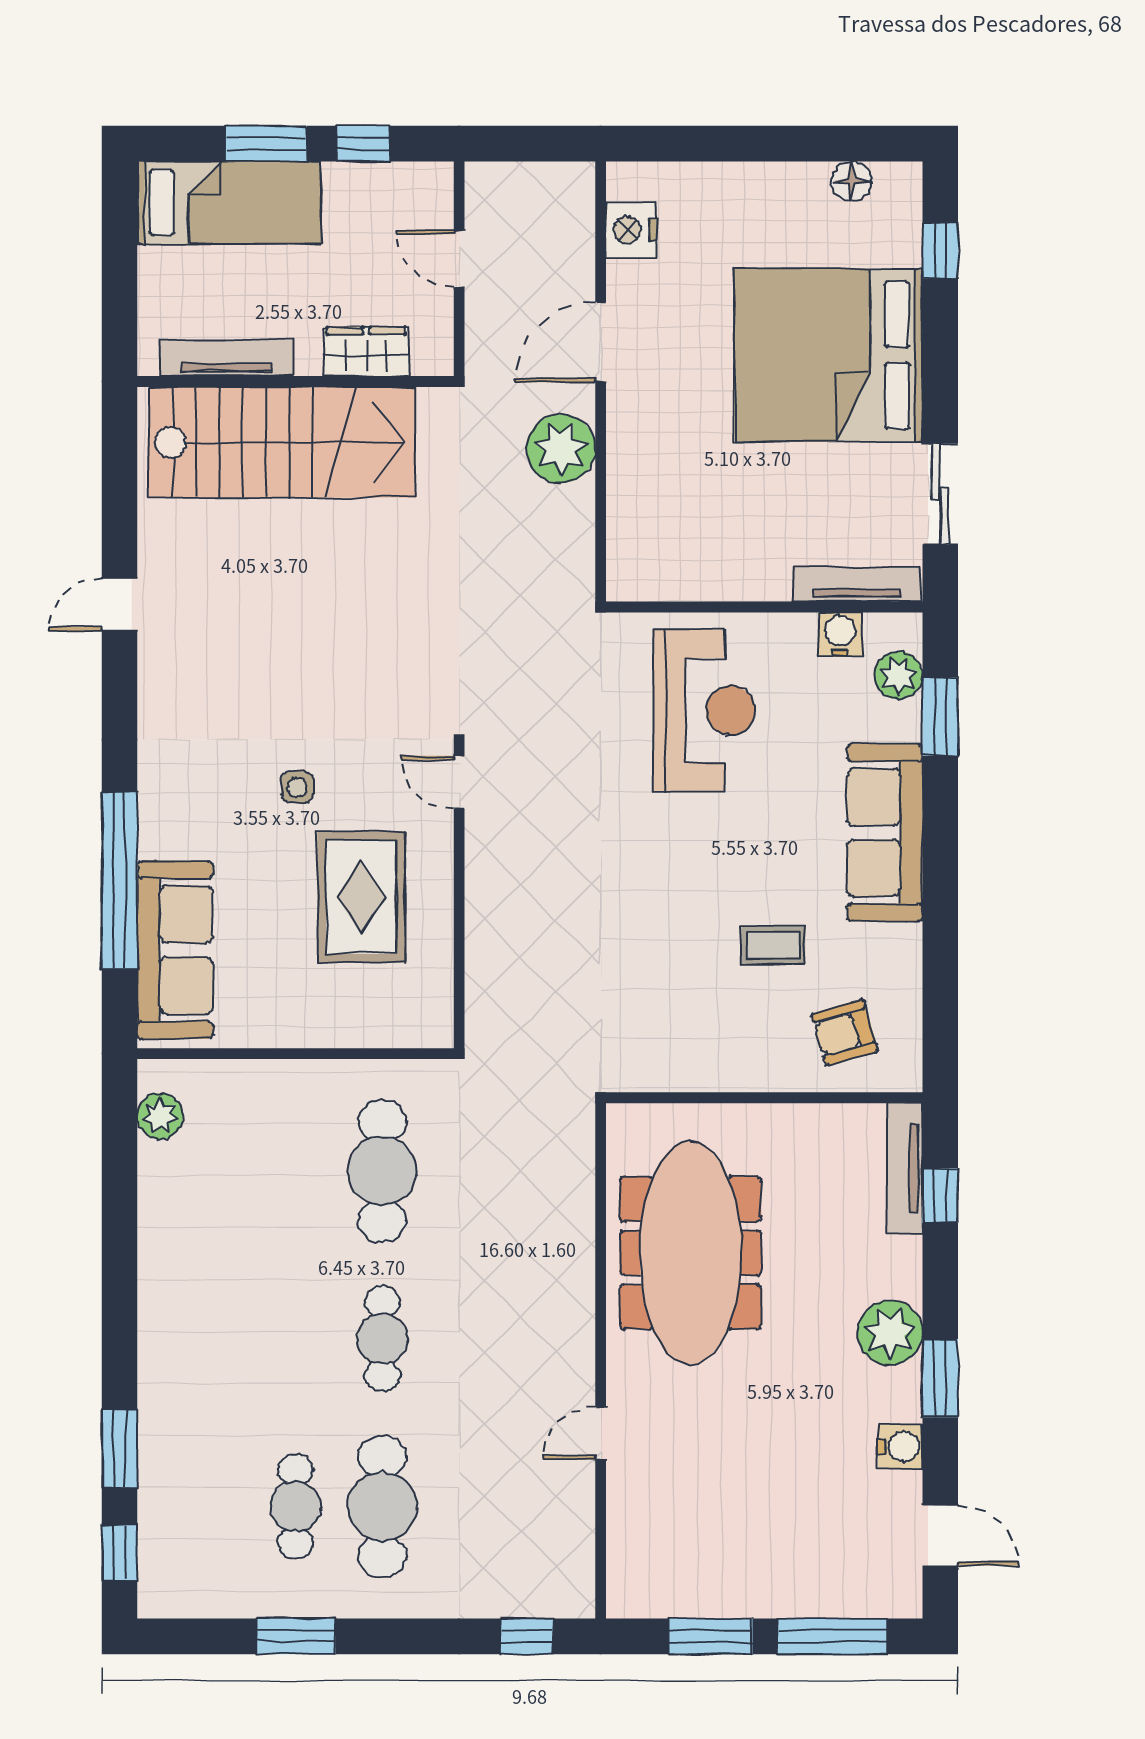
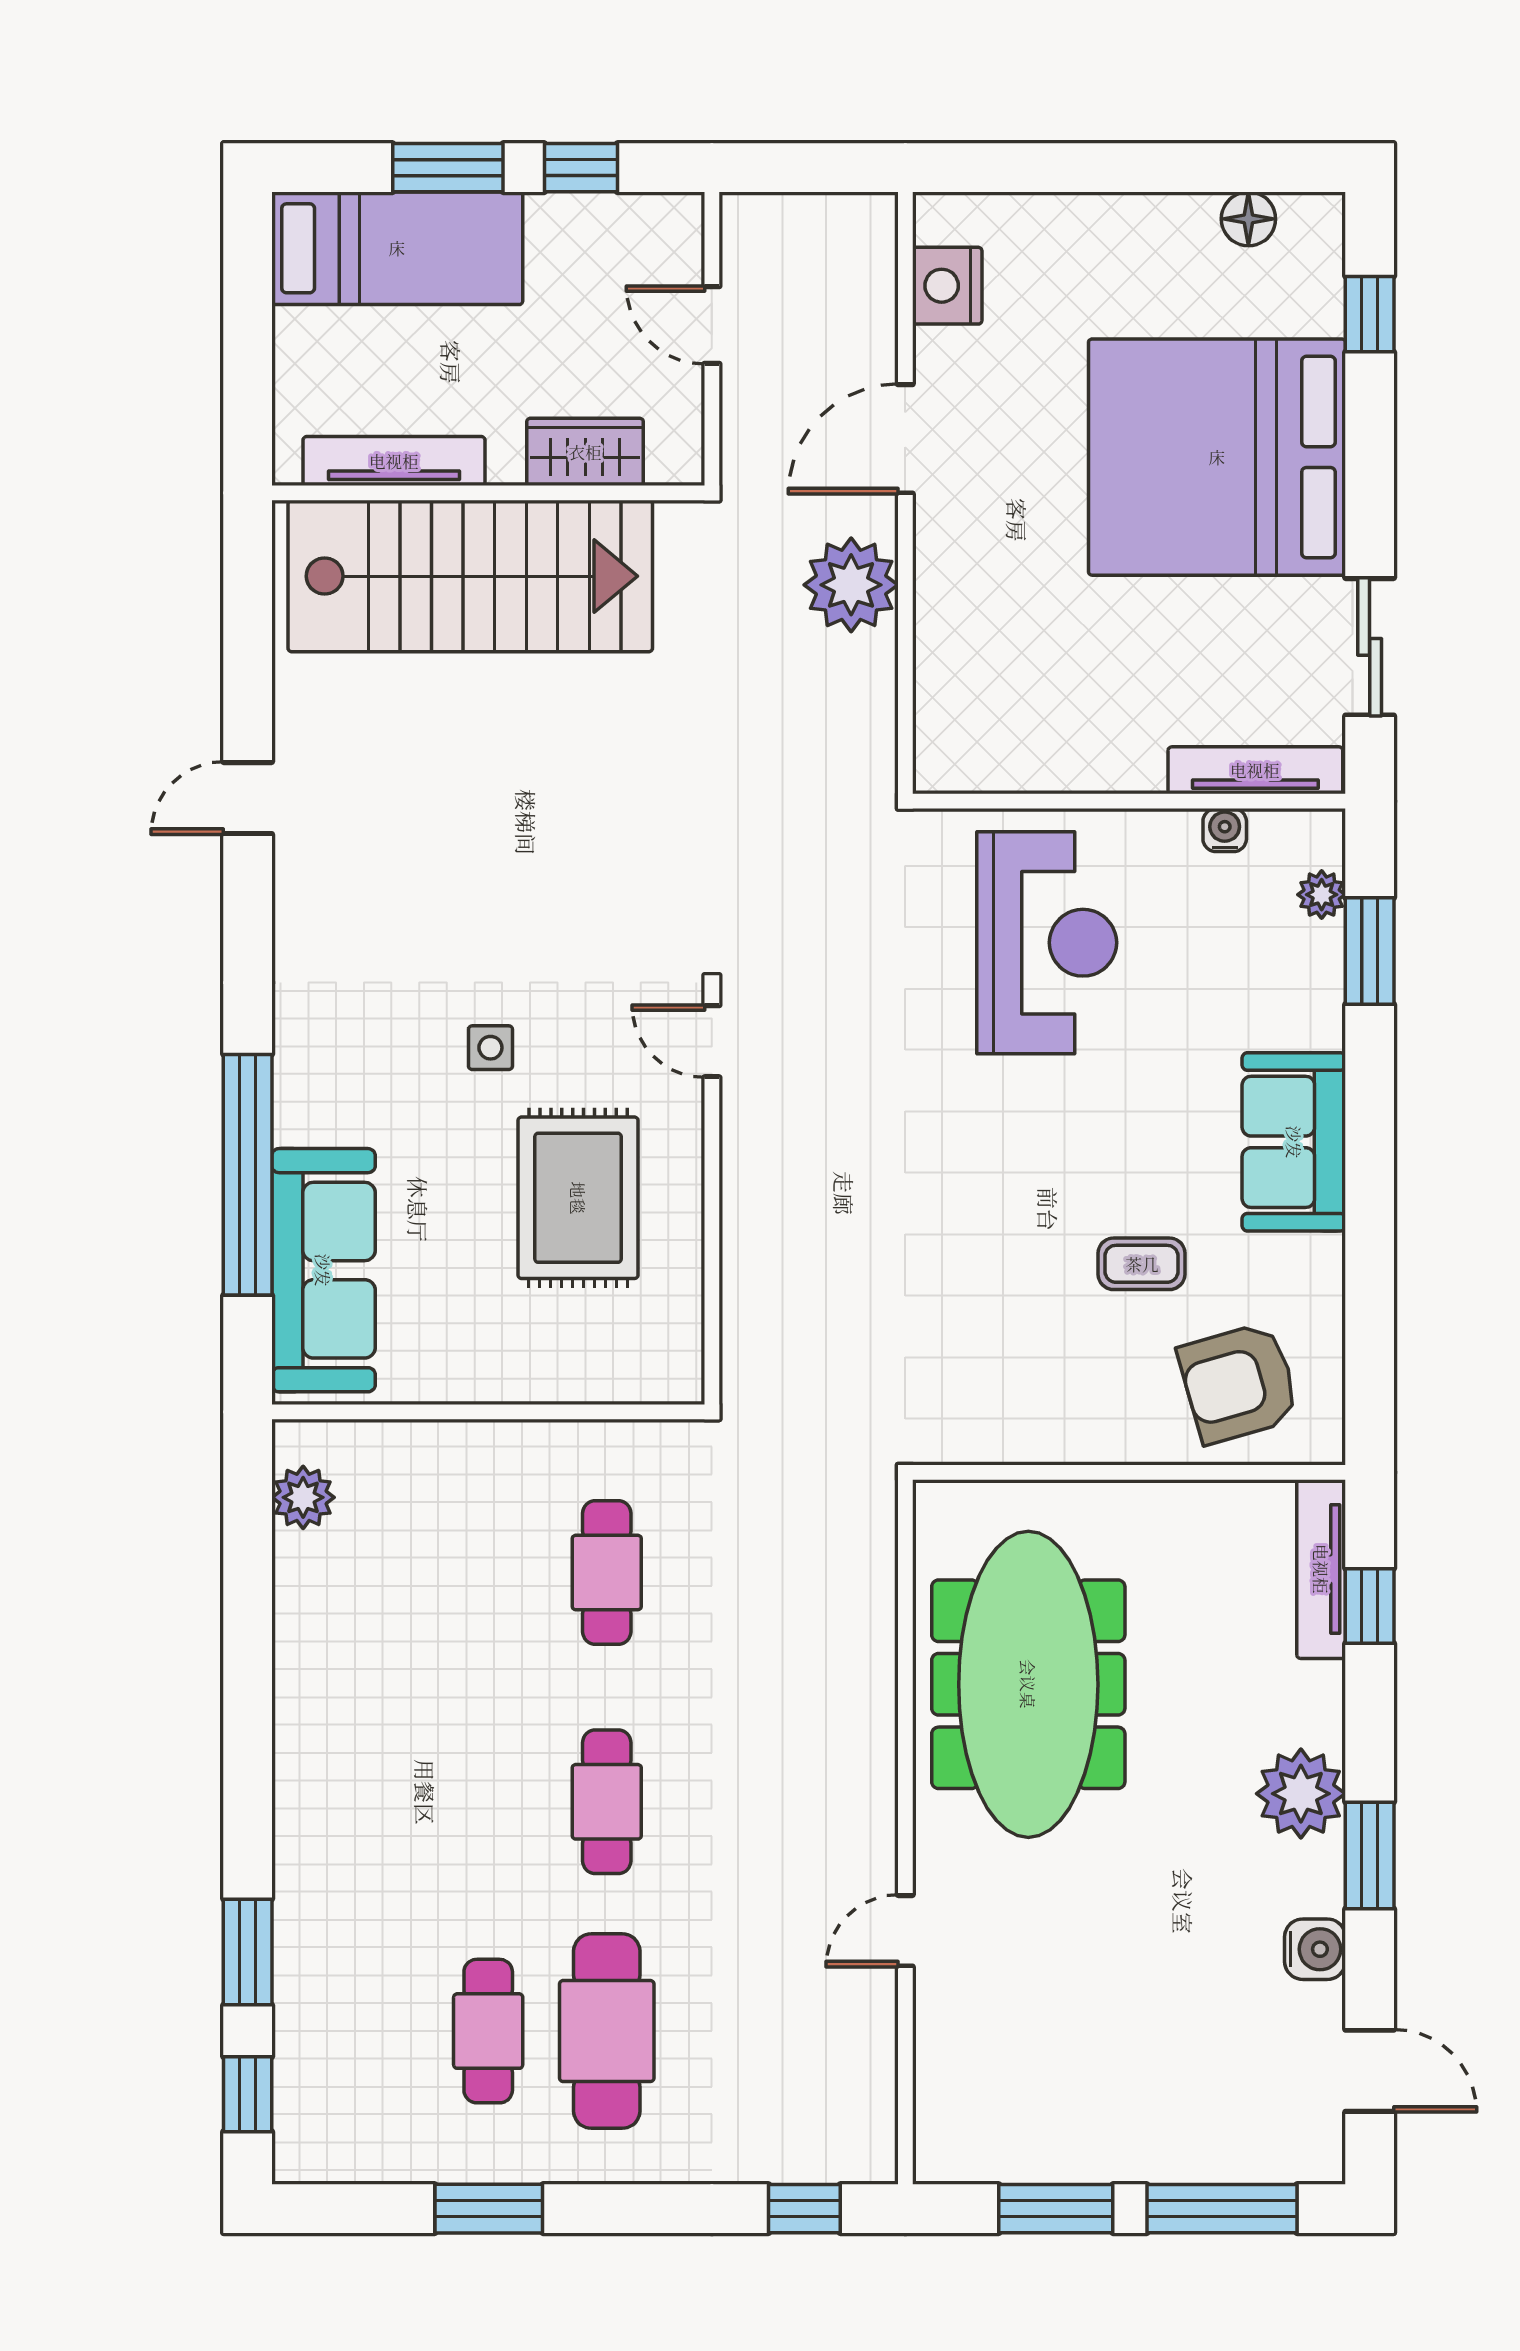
water cooler: (840, 634) -> (1225, 830), width x0.72, depth x0.72
plant: (899, 675) -> (1322, 895), width x0.73, depth x0.73
sofa: (885, 833) -> (1294, 1142), width x0.73
armchair: (845, 1032) -> (1239, 1383), width x1.38, depth x1.38
cafe table: (382, 1171) -> (607, 1573), width x0.73, depth x0.74

